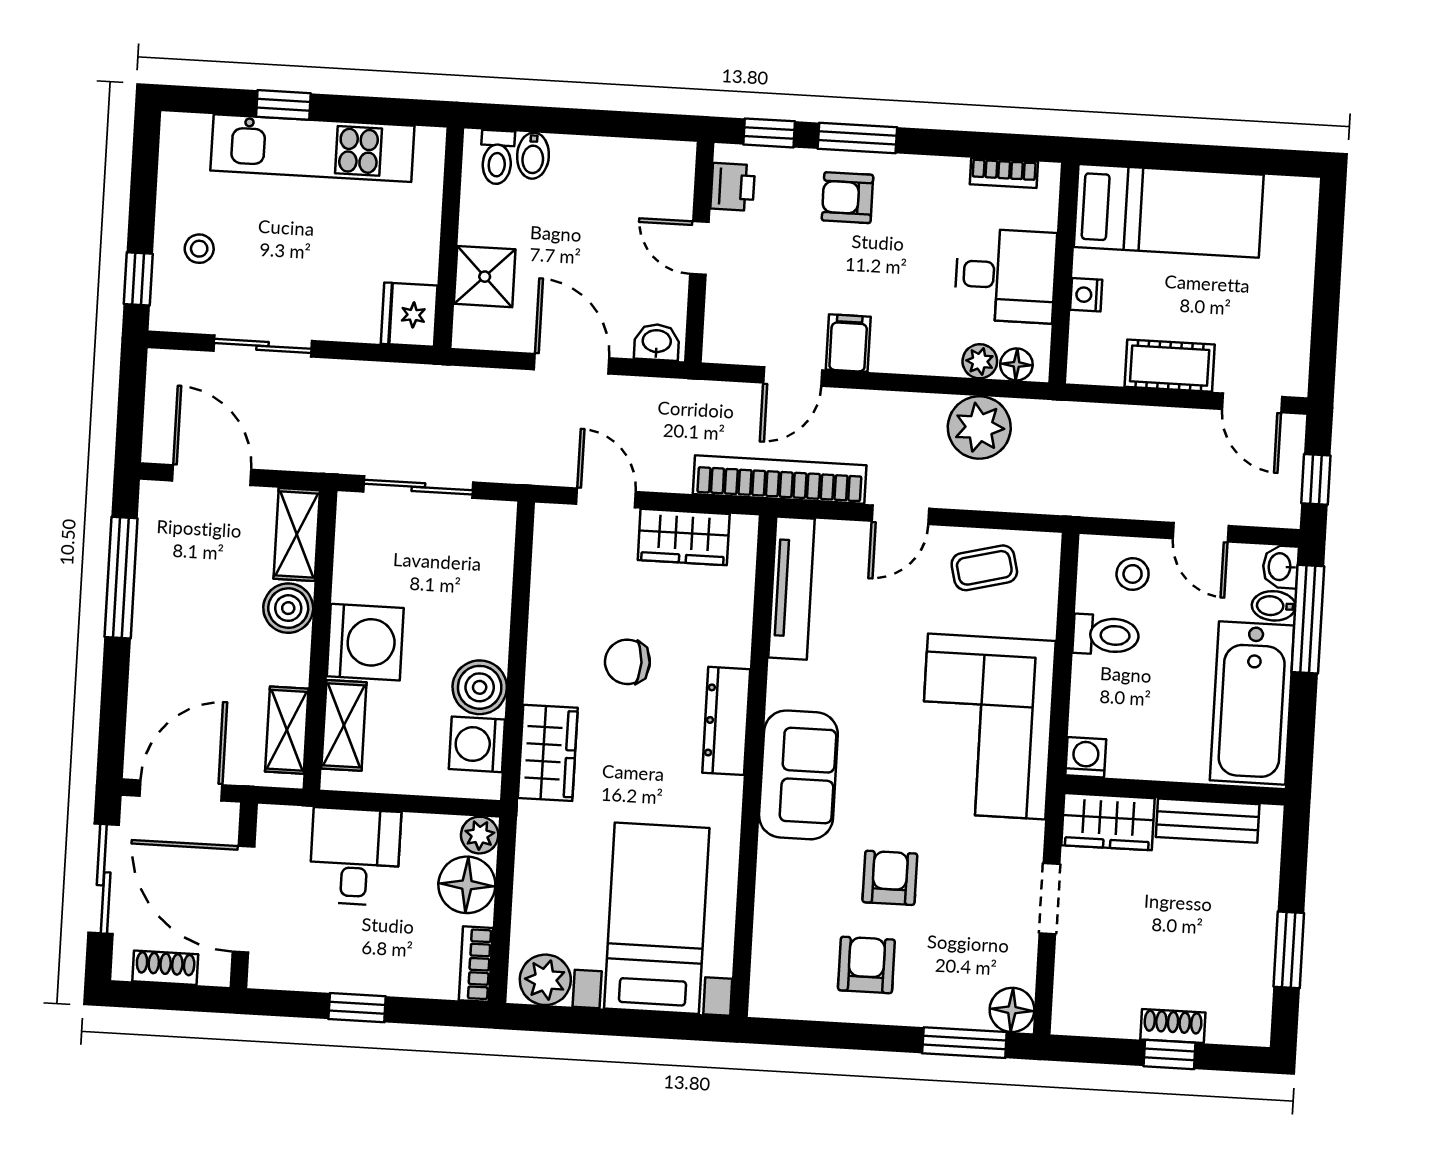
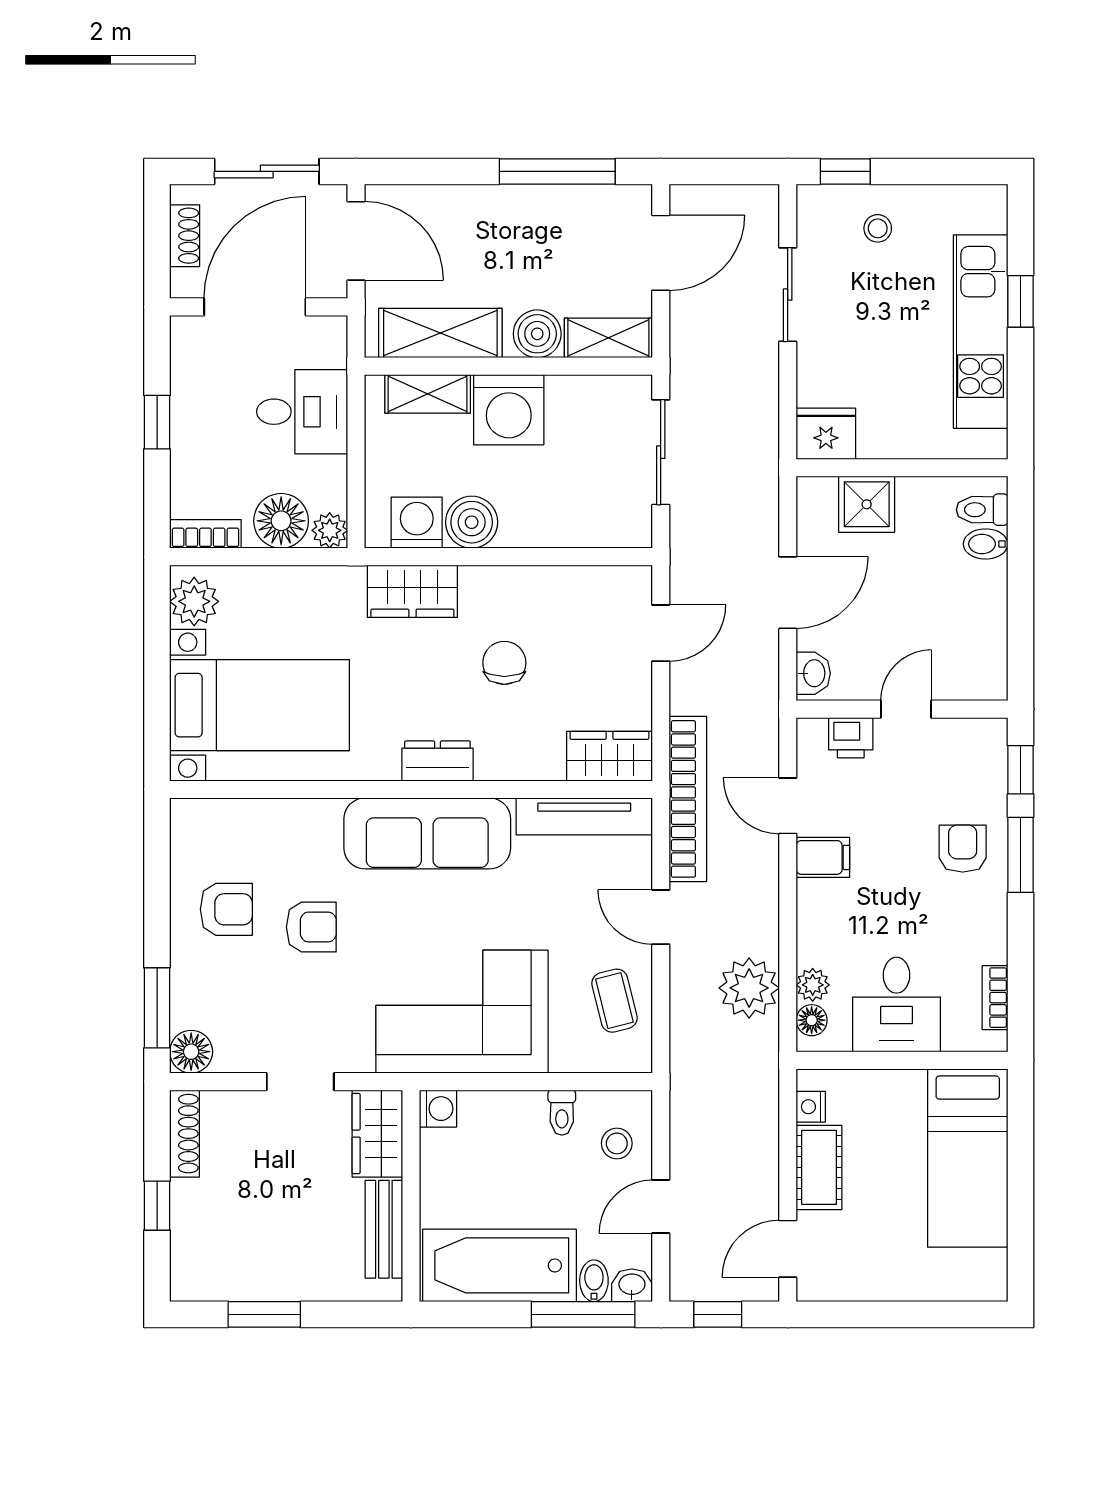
printer: (733, 187) -> (851, 738), moved
nightstand: (1086, 295) -> (811, 1107), moved, turned -90
wardrobe: (684, 537) -> (609, 756), moved, turned 90
toilet: (1106, 635) -> (562, 1113), width x0.73, depth x0.72
dresser: (726, 721) -> (437, 761), width x0.70
shelving: (287, 730) -> (440, 333), width x1.50, depth x1.33
sofa: (798, 775) -> (427, 833), width x1.36
shoe rack: (1173, 1026) -> (185, 1134), moved, width x1.43

